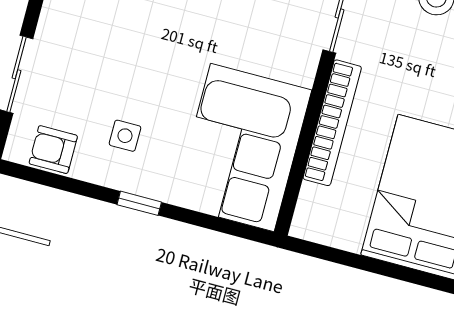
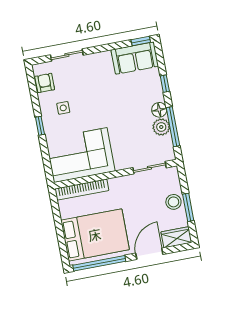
bookcase: (332, 123) -> (82, 190), moved

